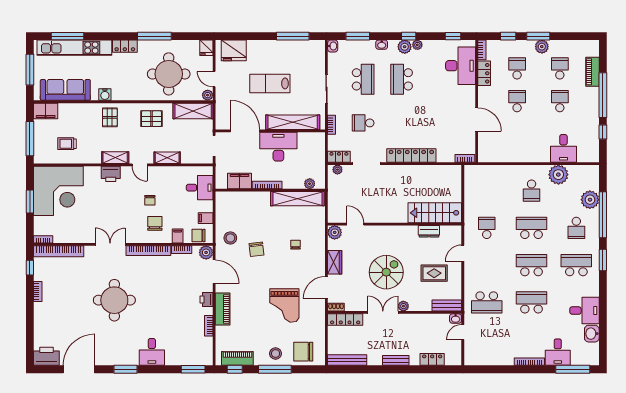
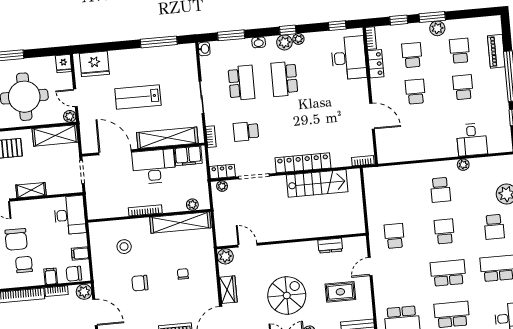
plant: (558, 175) -> (463, 165), width x0.53, depth x0.53
filing cabinet: (240, 181) -> (188, 156), moved, turned 180
desk: (200, 188) -> (70, 215), width x1.37
chair: (150, 200) -> (16, 239), width x1.87, depth x1.87
stairs: (435, 213) -> (317, 183), moved, turned 180
school desk: (532, 228) -> (444, 231), width x0.54
stool: (230, 238) -> (124, 247), moved
chair: (256, 249) -> (140, 283), turned 97

